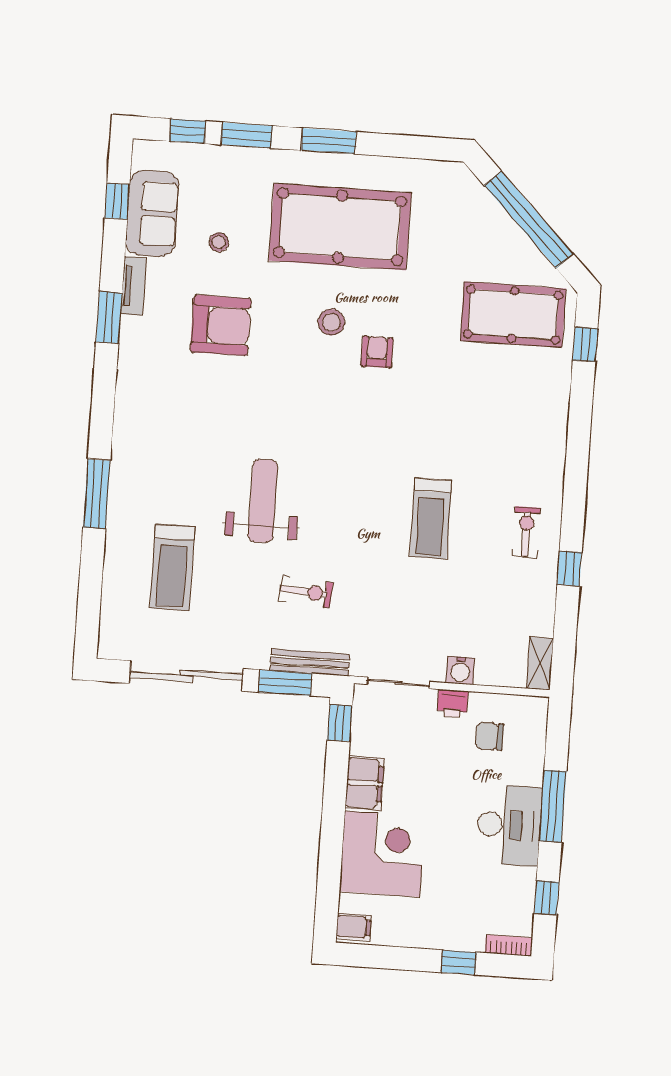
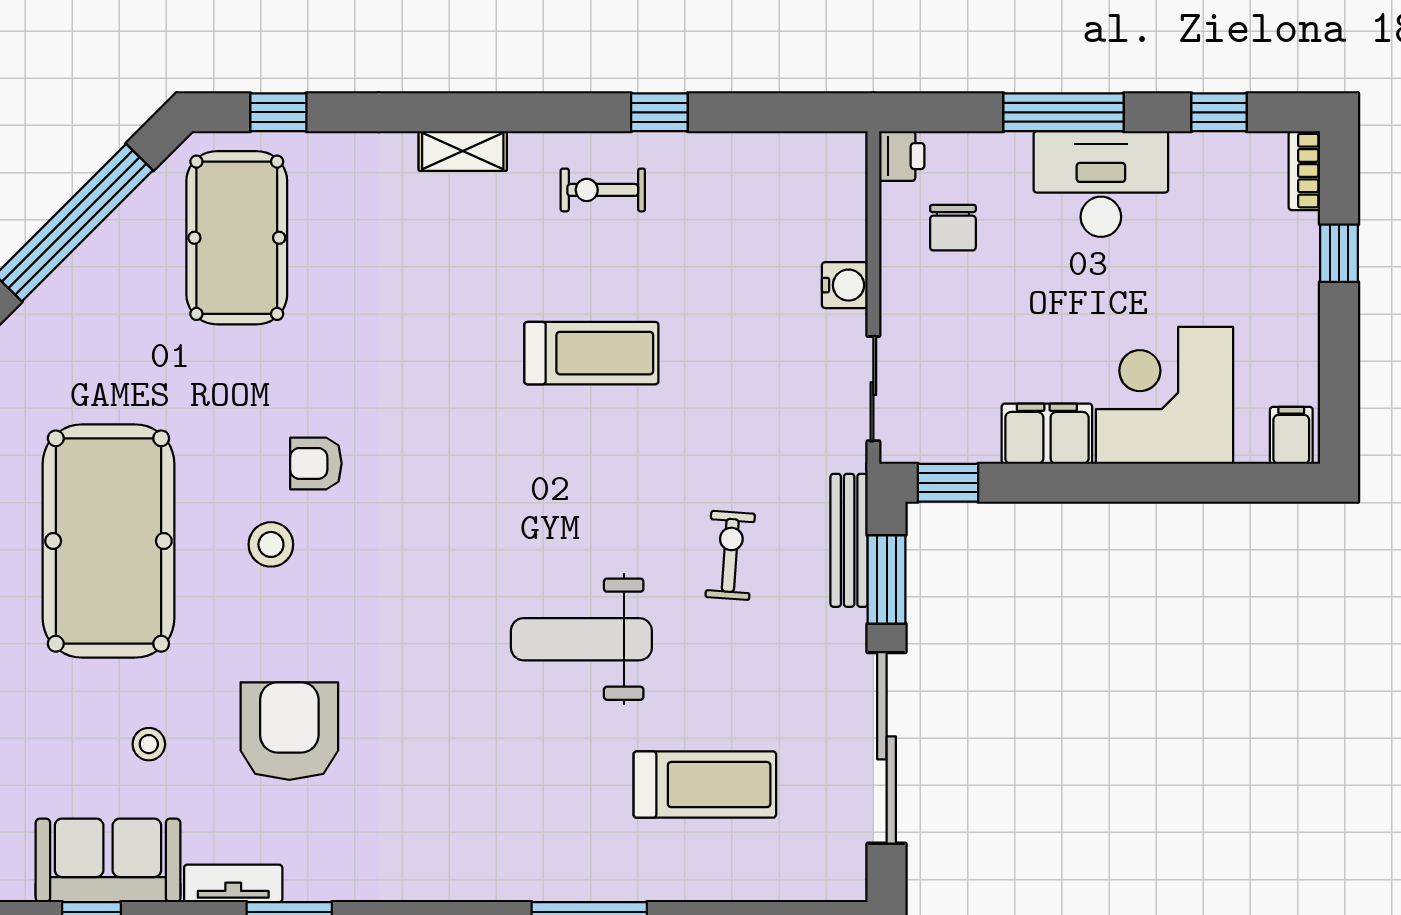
shelving: (540, 663) -> (463, 151), moved
printer: (452, 703) -> (902, 156), moved

